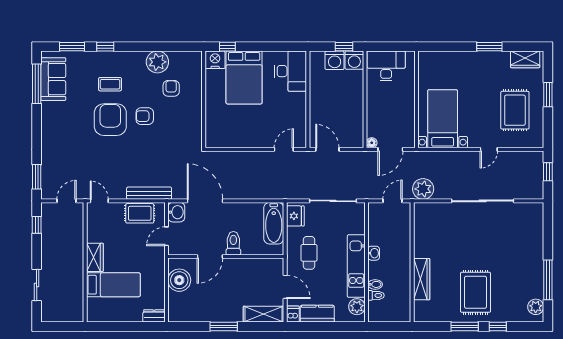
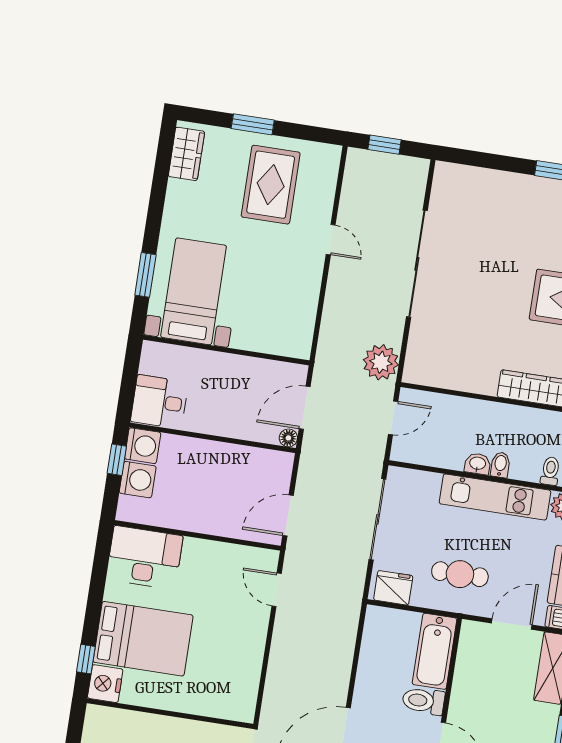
window: (489, 47) -> (145, 275), moved
desk: (386, 66) -> (160, 402), width x0.73
rug: (515, 110) -> (271, 185), turned 90
bed with nightstands: (443, 119) -> (194, 291), moved, turned 90
door: (390, 149) -> (305, 408), swing flipped
door: (392, 201) -> (393, 418), swing flipped
bathtub: (274, 223) -> (435, 651), moved, turned 90
bidet: (375, 284) -> (500, 465), moved

